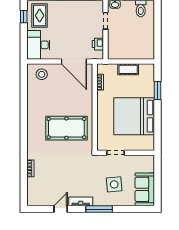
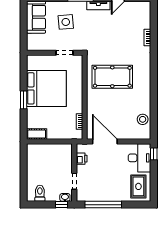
window: (24, 17) -> (154, 154), moved
cot: (128, 69) -> (37, 134), moved
stool: (42, 74) -> (143, 119), moved
window: (157, 91) -> (24, 100), moved

